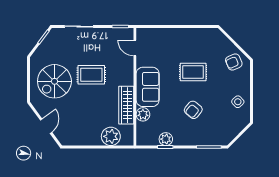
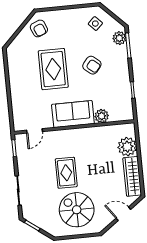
rug: (193, 72) -> (53, 69), width x1.36, depth x1.43
spiral stairs: (54, 81) -> (77, 210), turned 180
side table: (238, 102) -> (95, 24), moved
wardrobe: (126, 105) -> (132, 176), moved, turned 90
plant: (166, 139) -> (119, 38), moved

